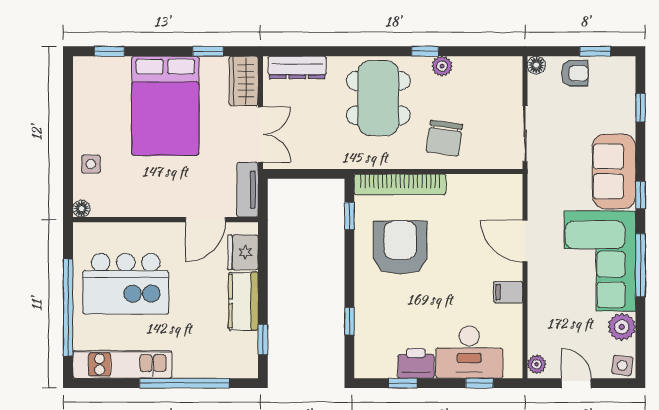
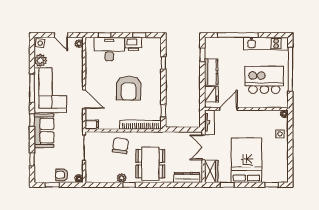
armchair: (400, 248) -> (129, 88), moved
filing cabinet: (508, 292) -> (92, 125), moved

